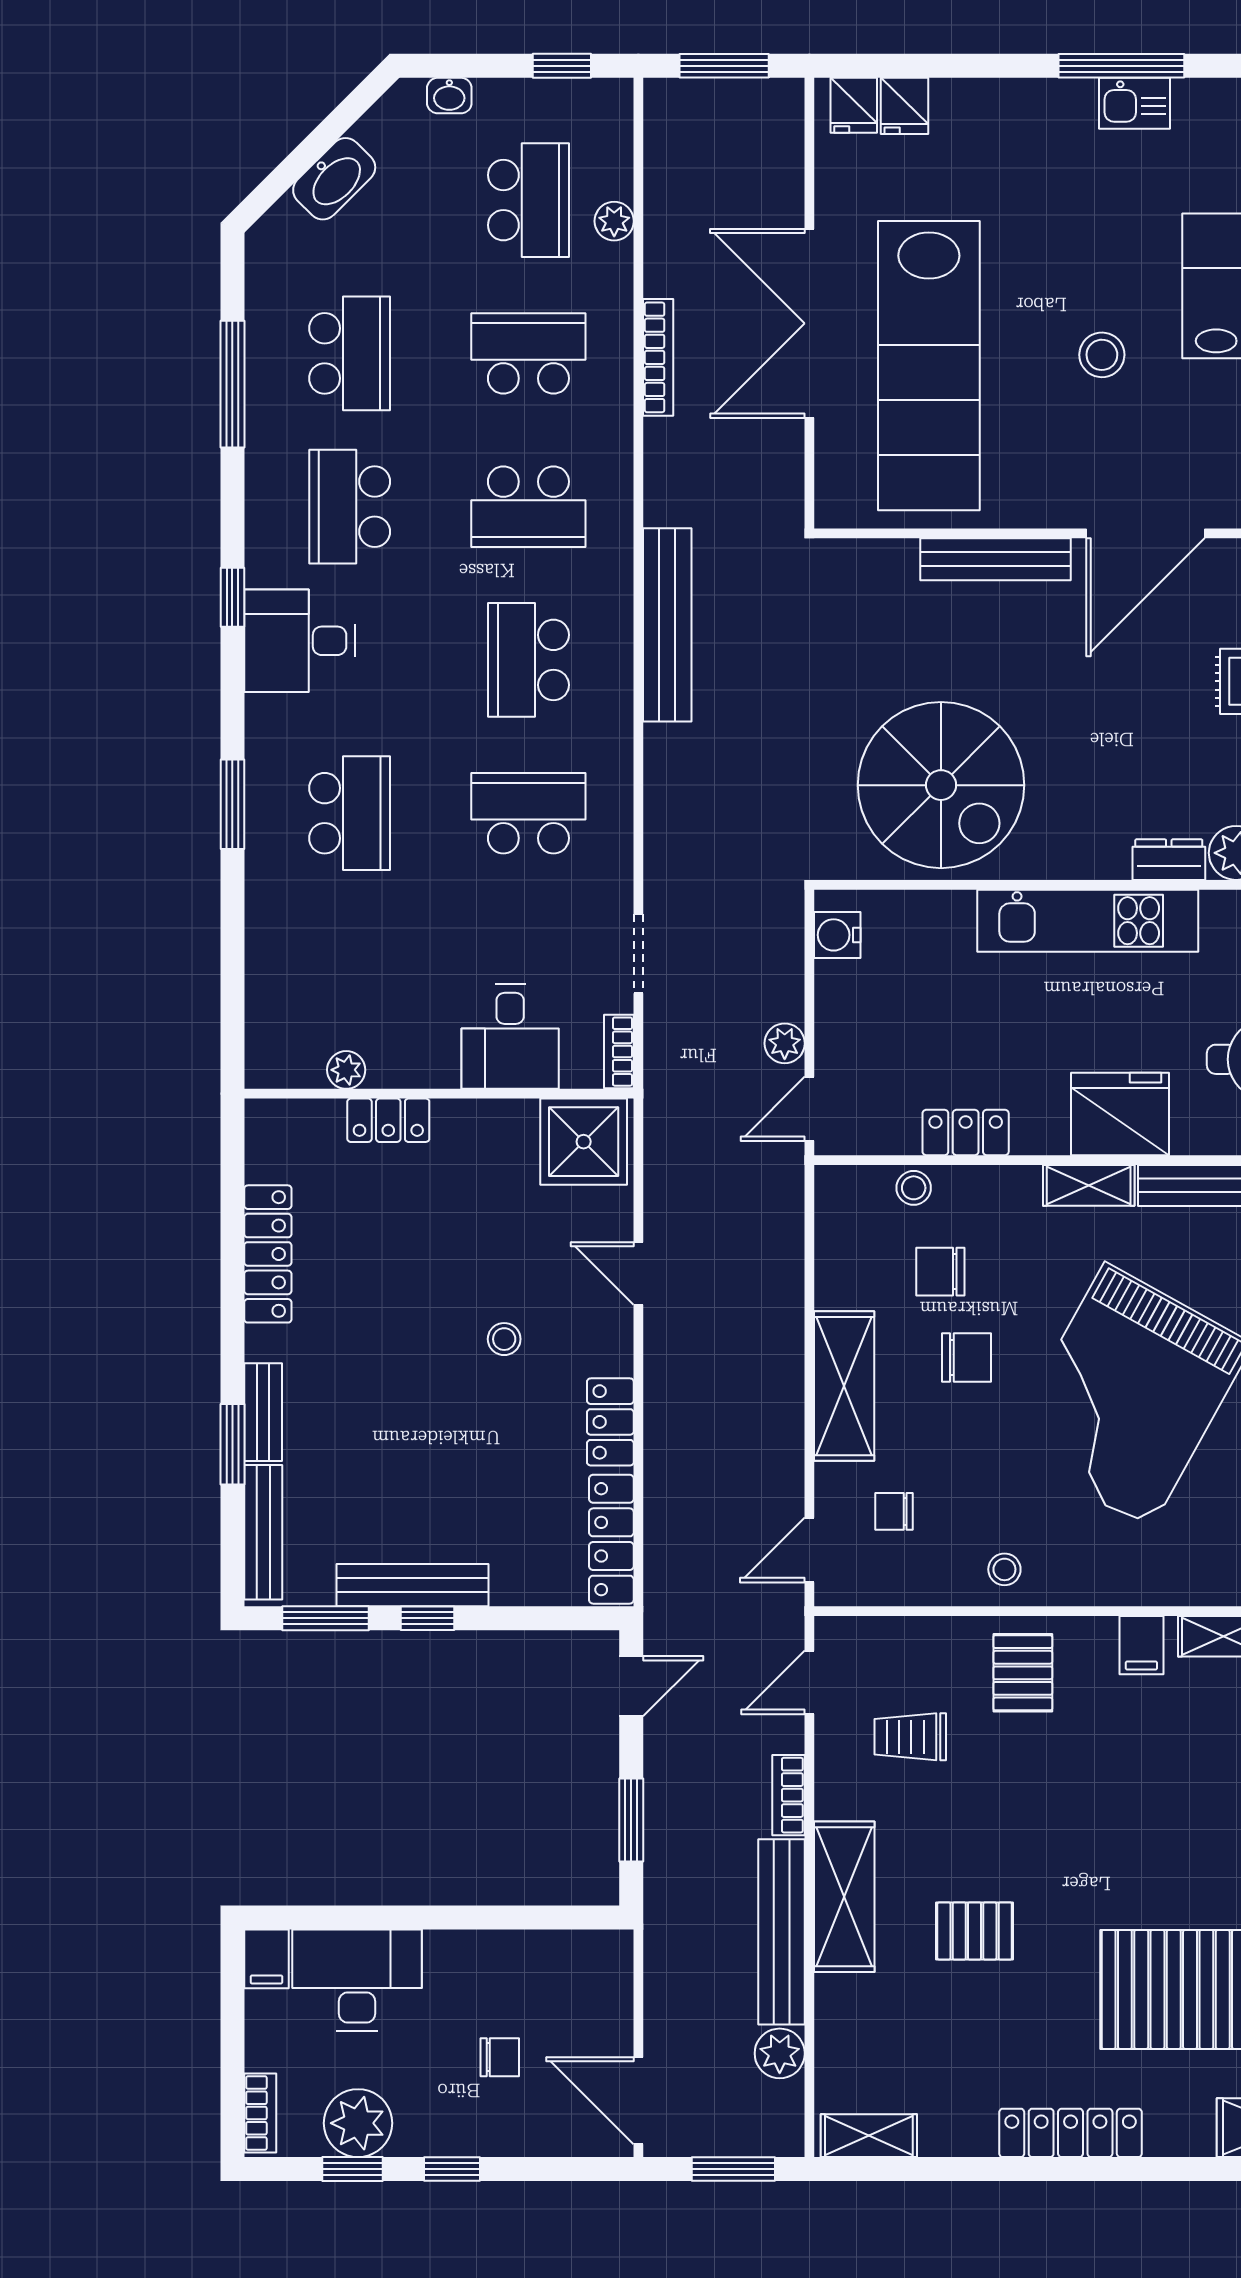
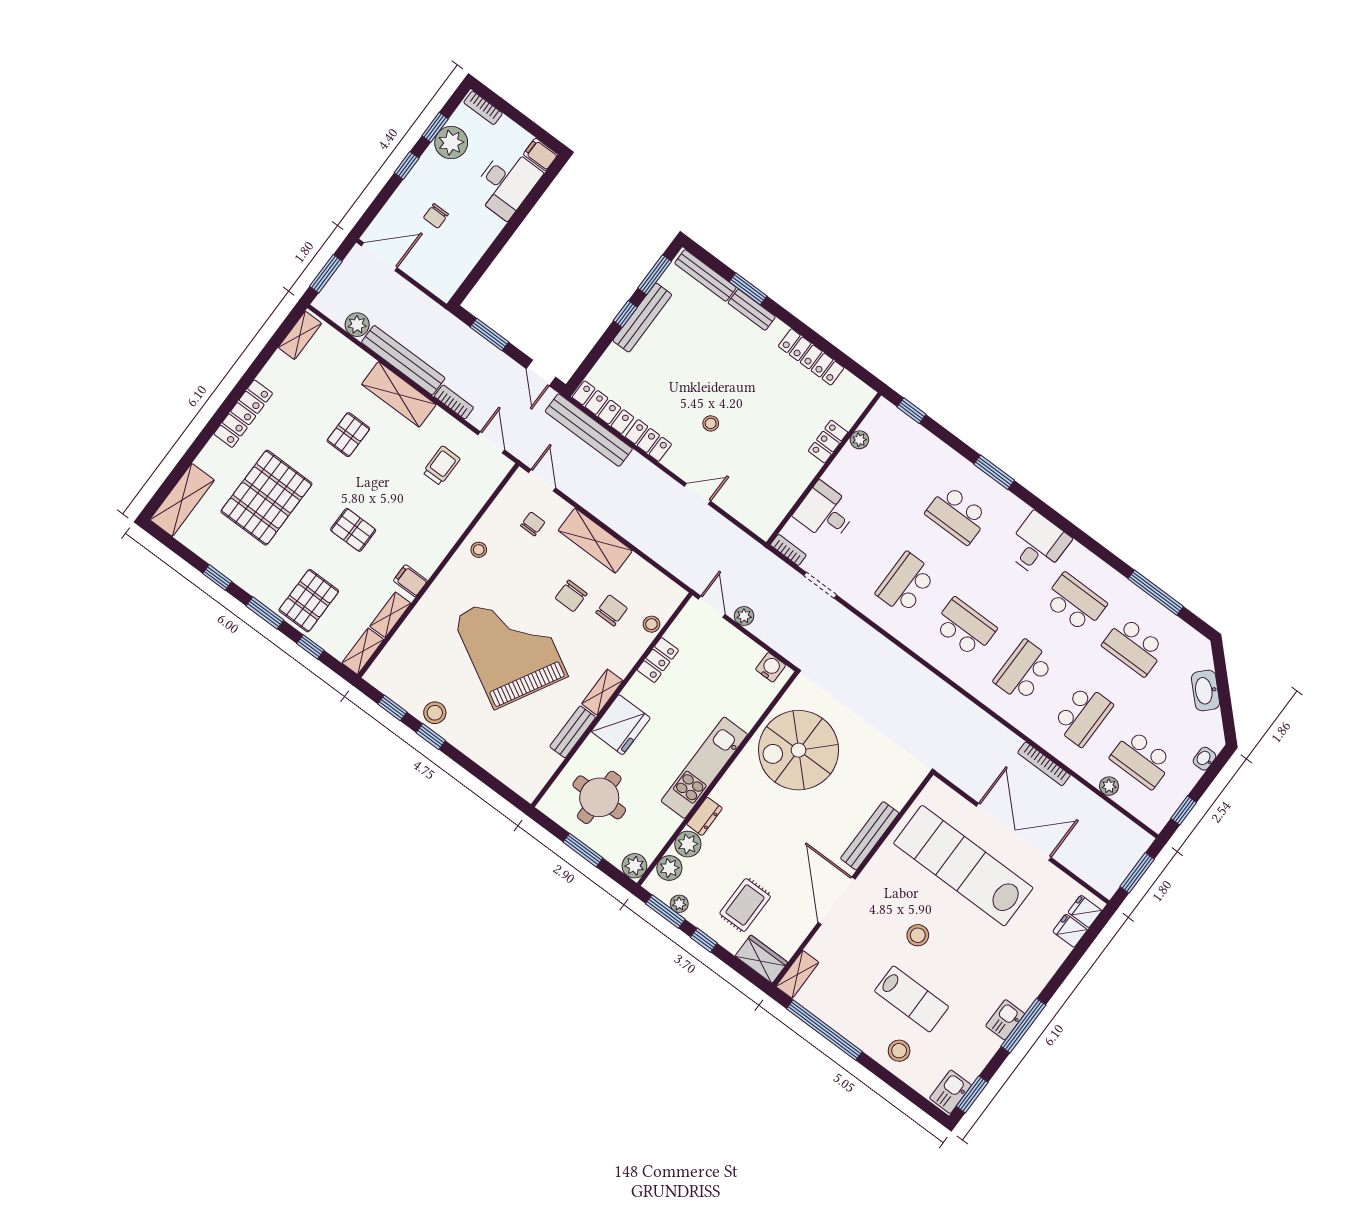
window: (232, 597) -> (912, 411), moved
bench: (667, 625) -> (589, 430), moved
school desk: (528, 813) -> (906, 583), turned 180
shower: (584, 1142) -> (764, 511), removed
pallet: (1023, 1673) -> (353, 530), moved

